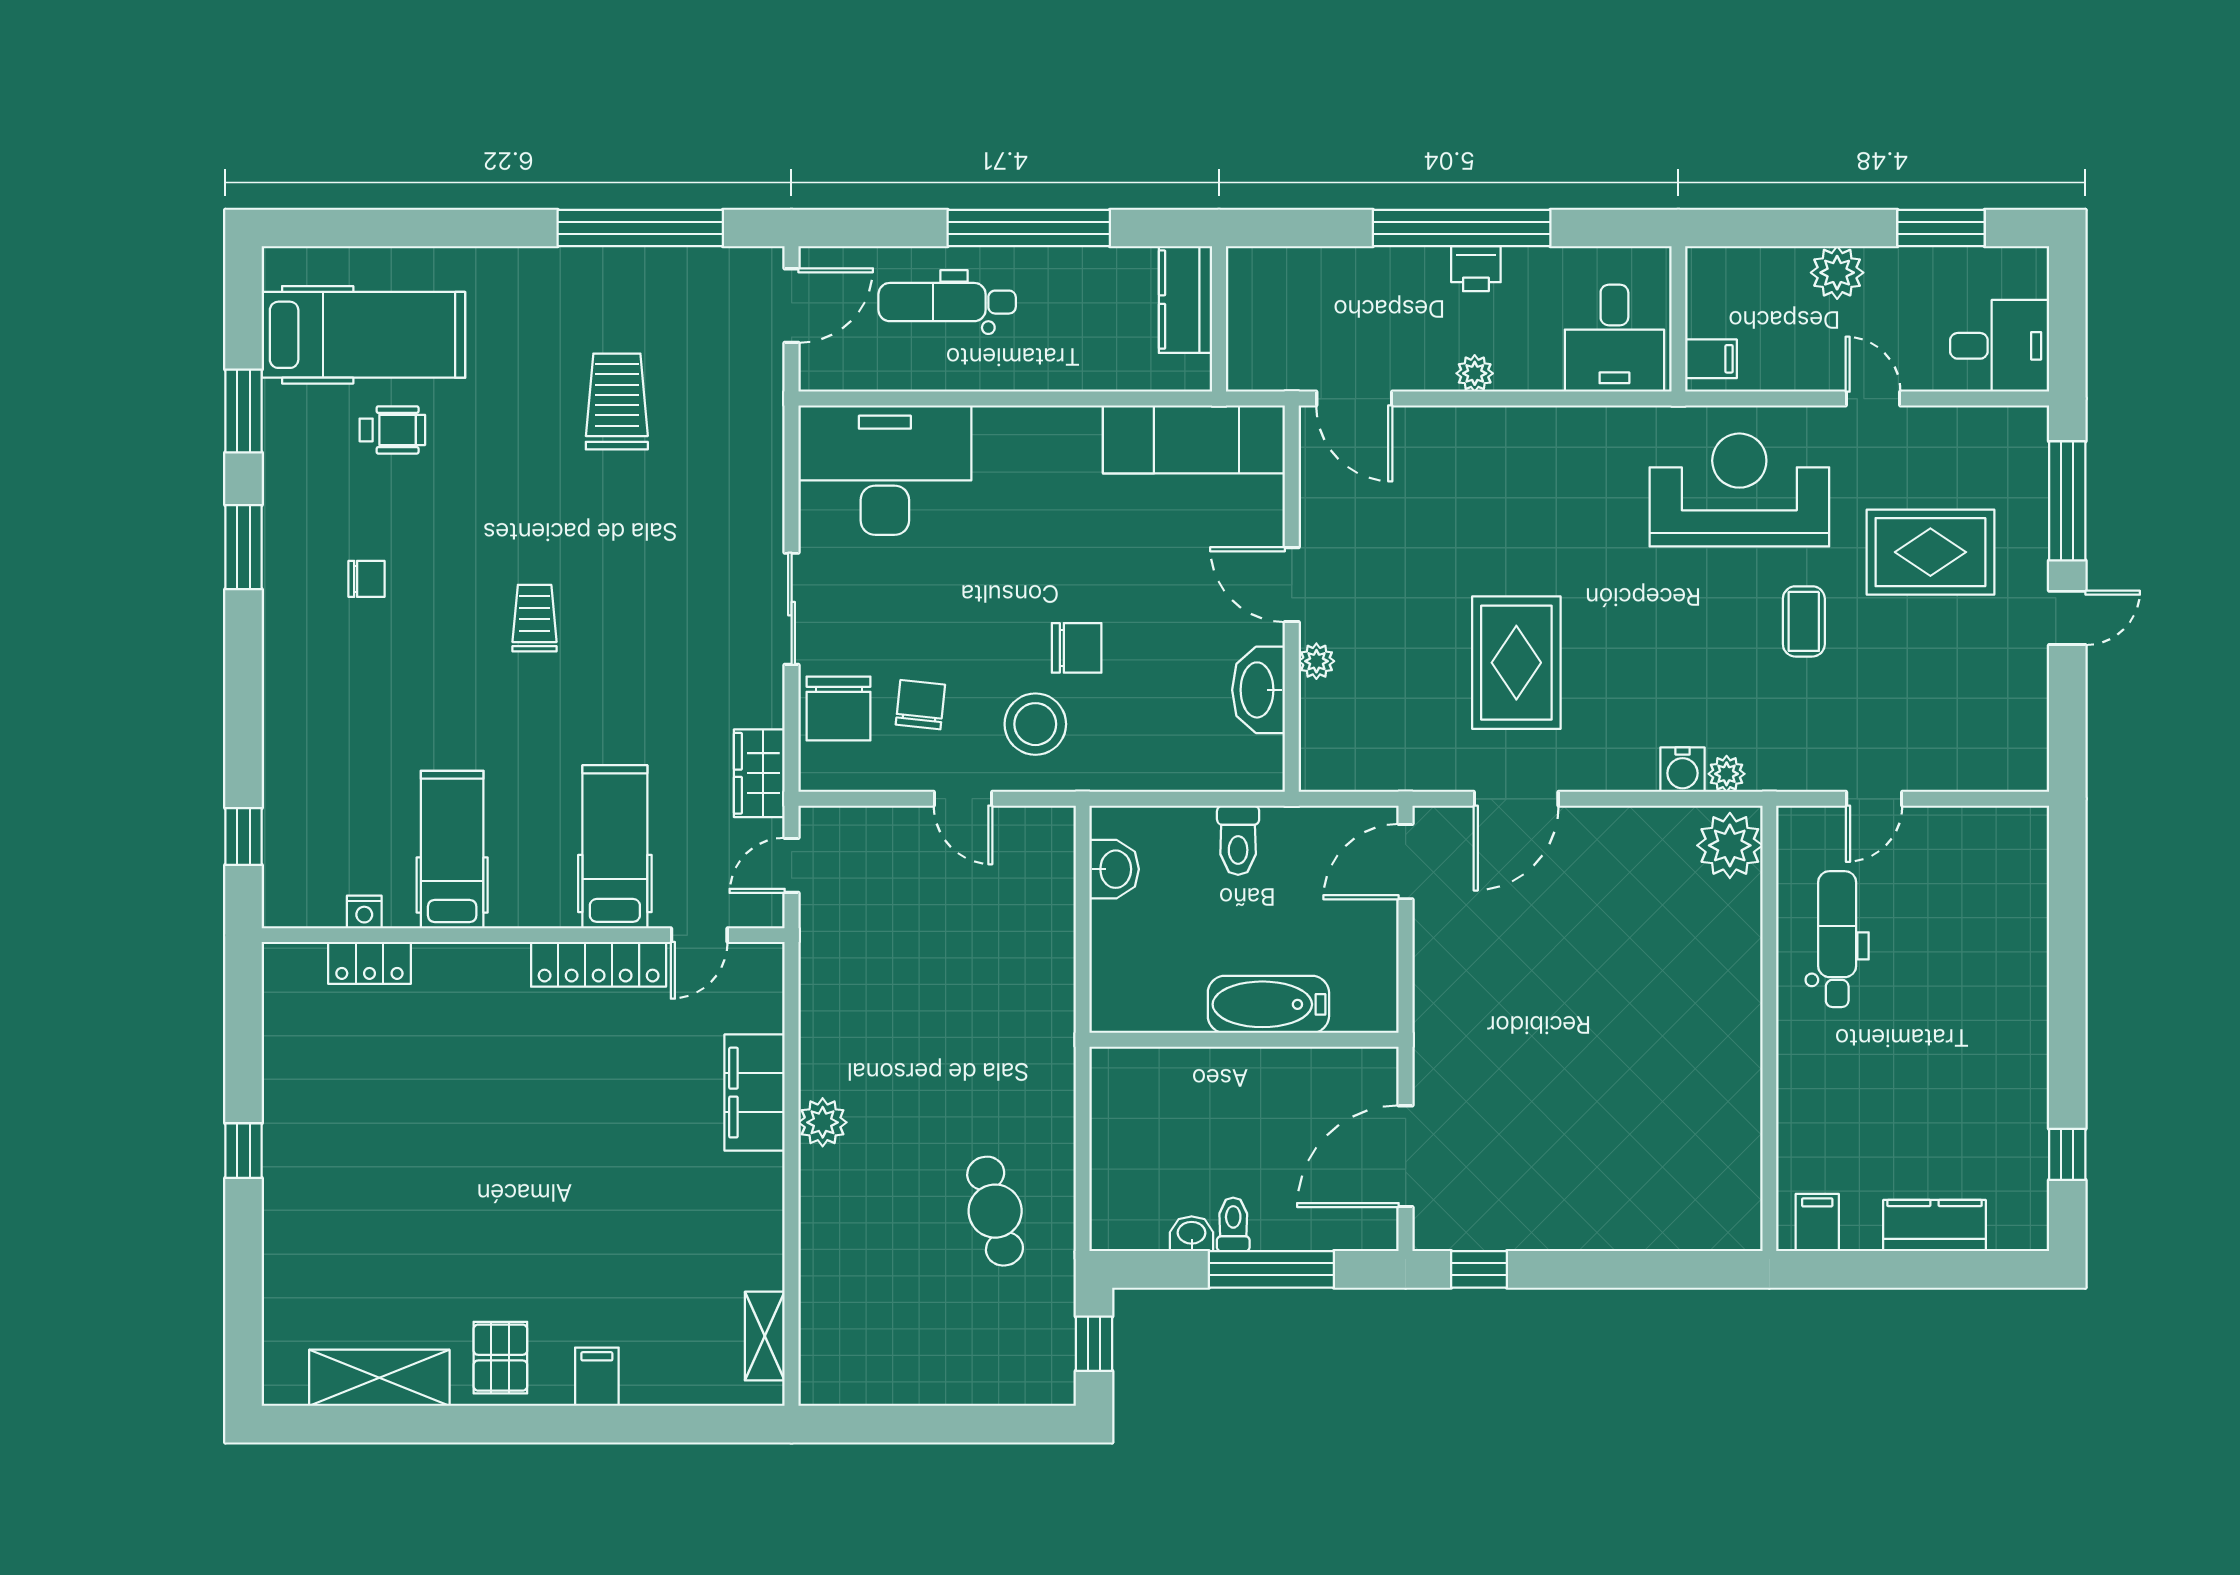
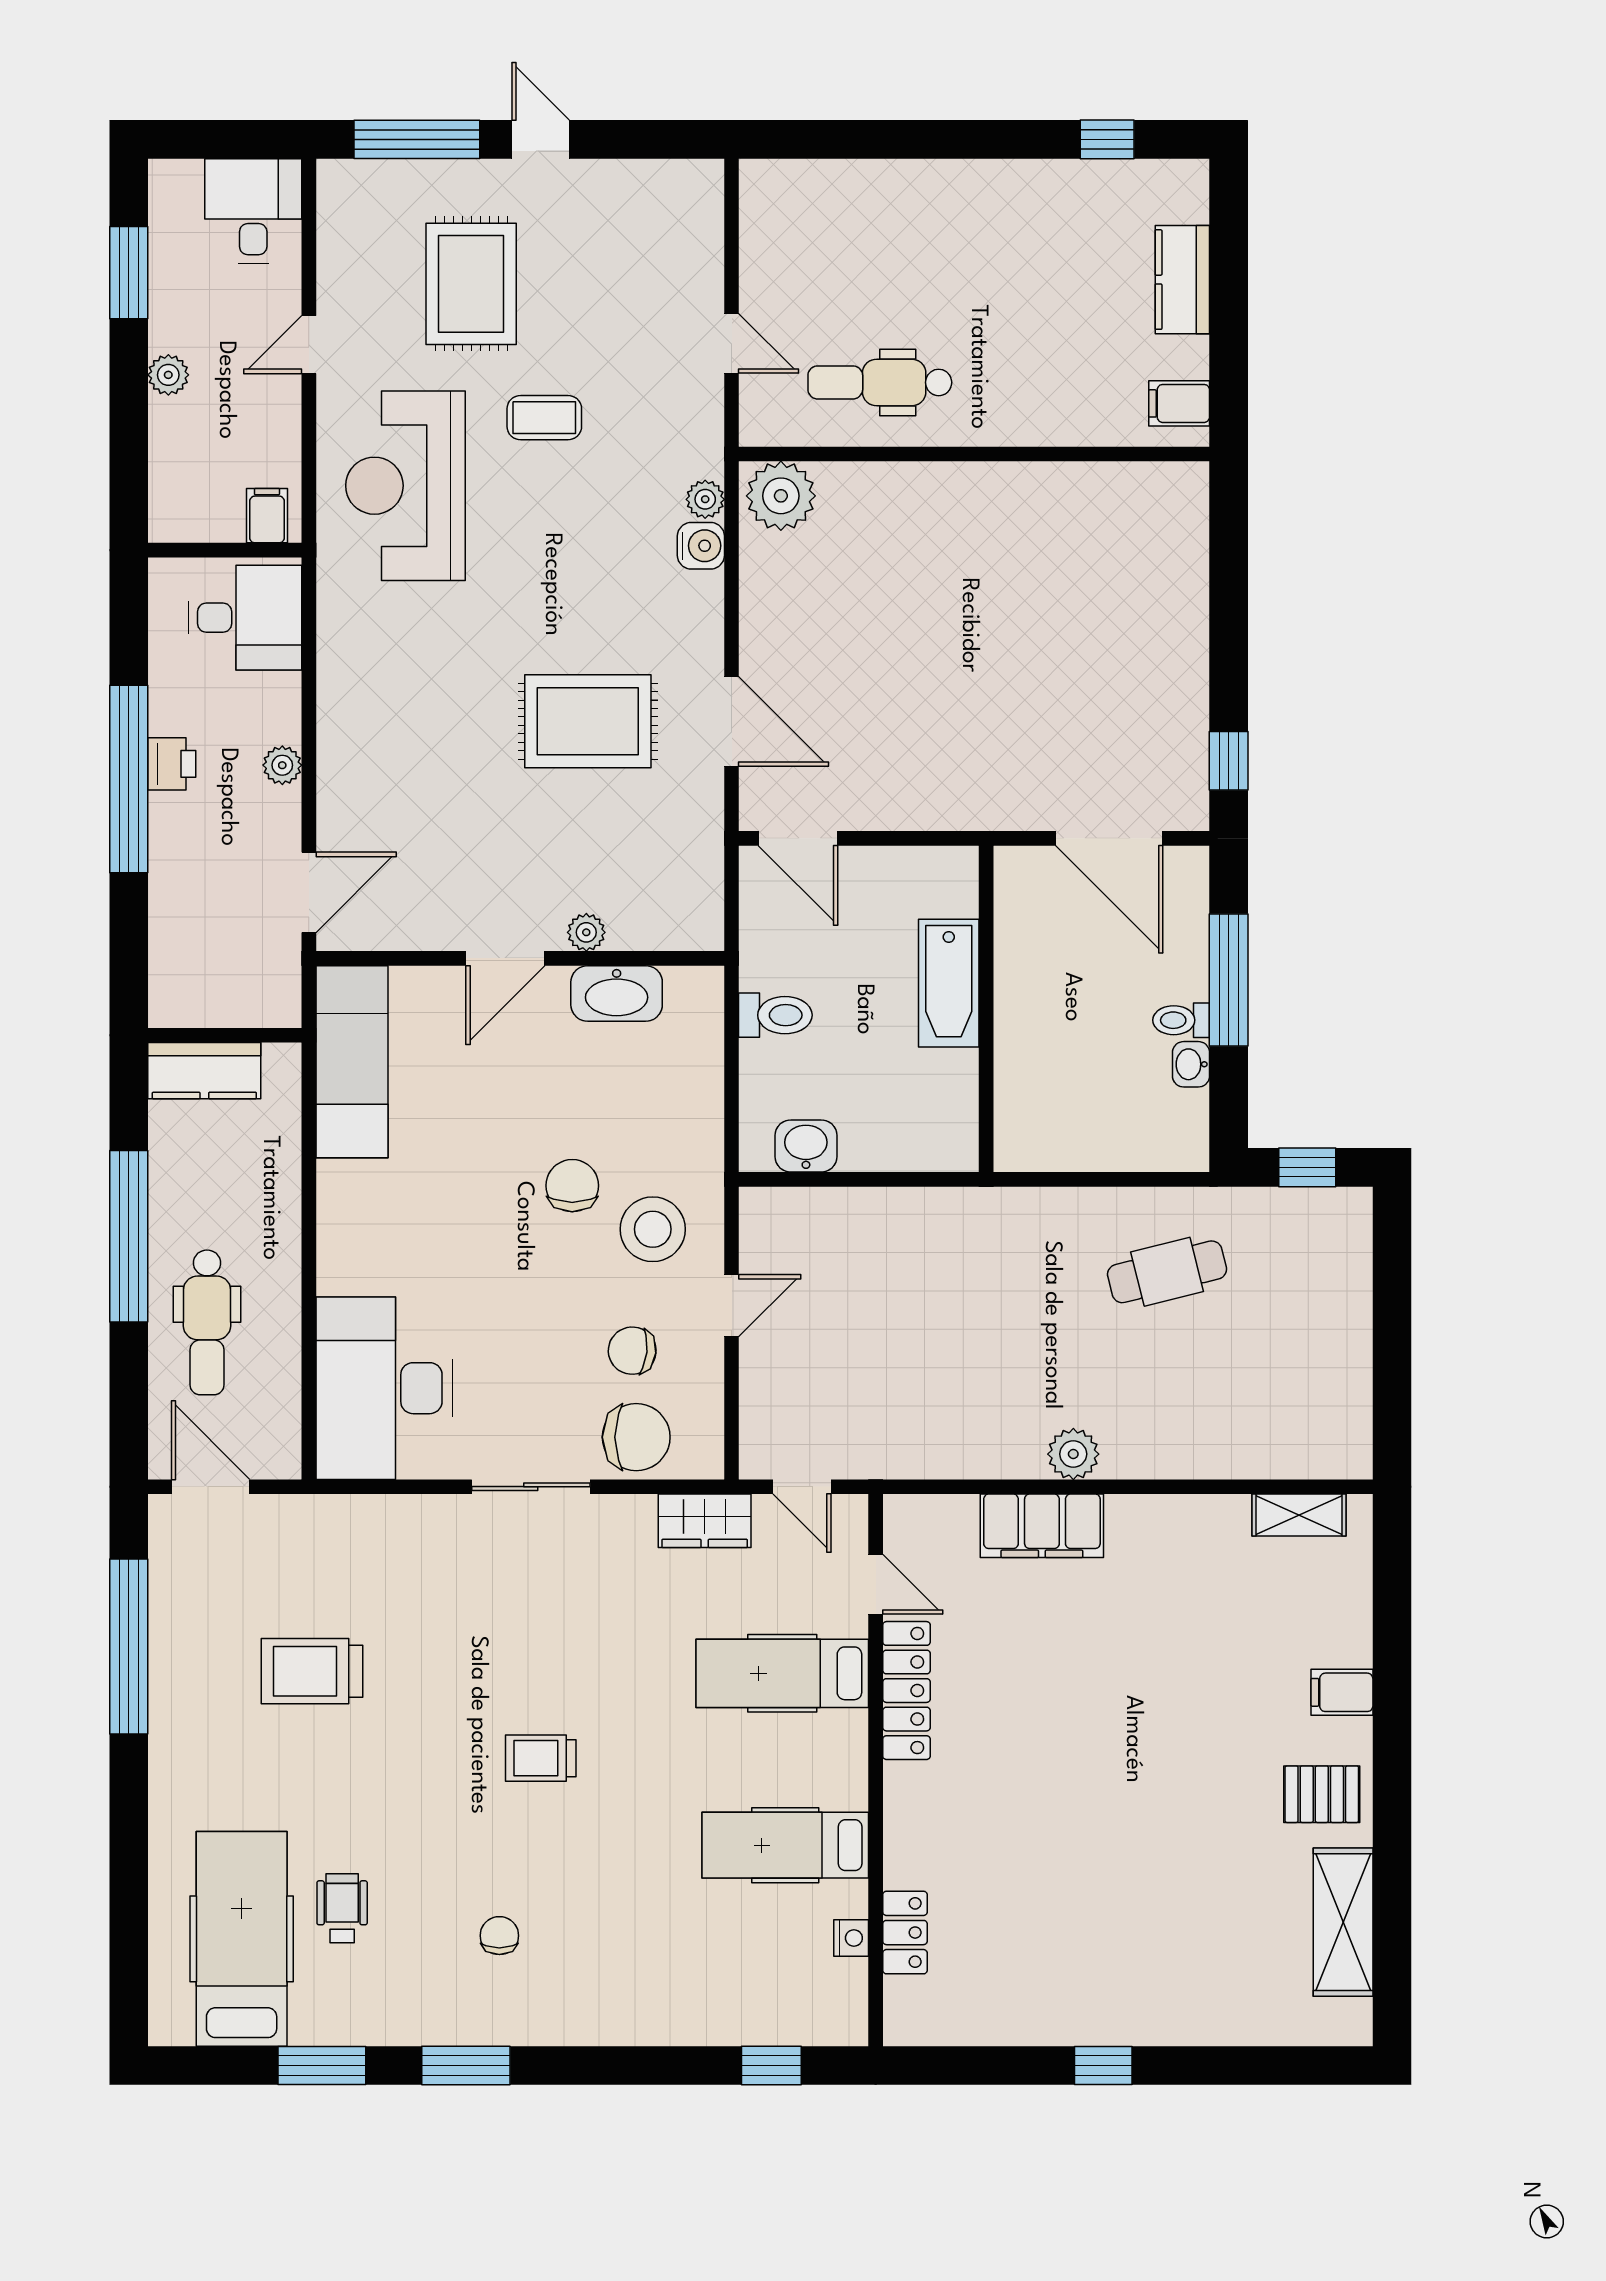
plant: (1837, 273) -> (168, 375), width x0.73, depth x0.73

